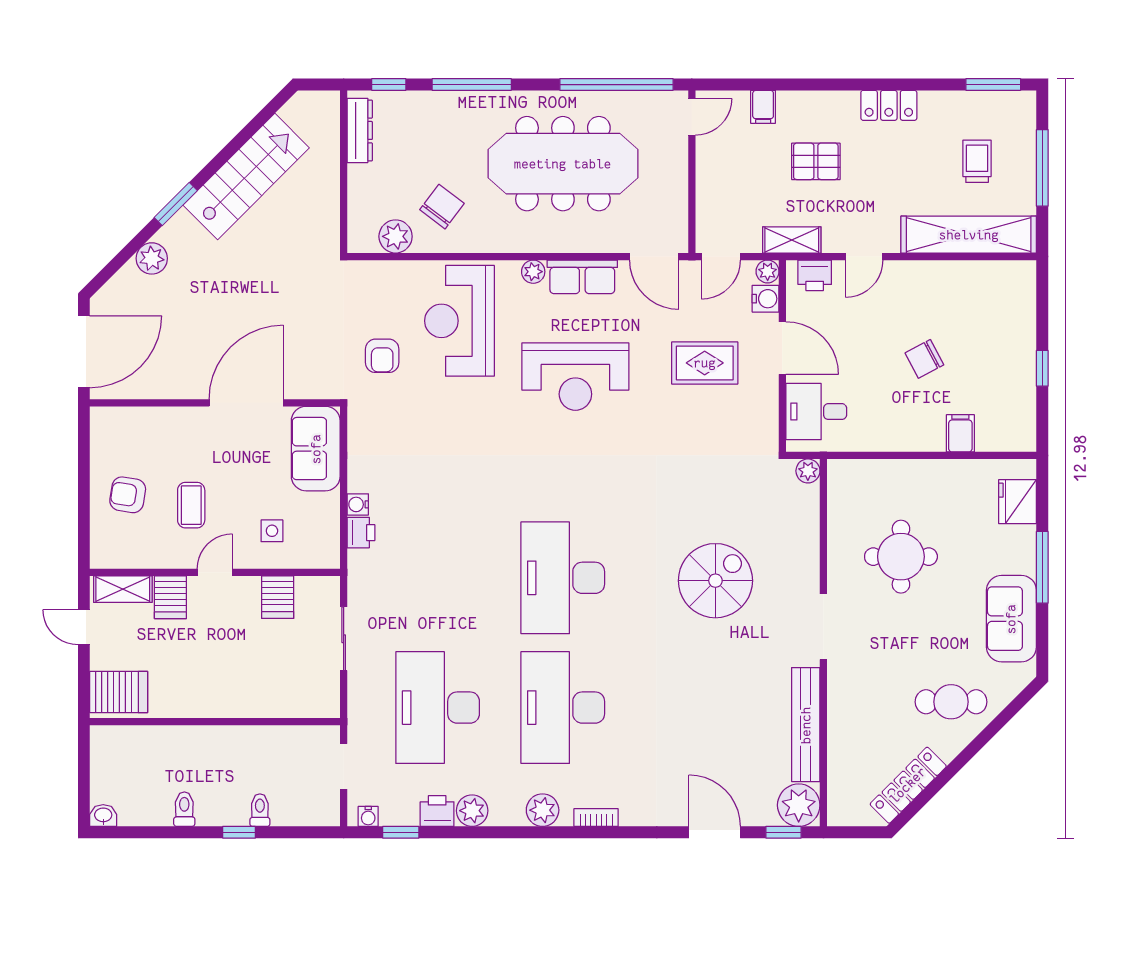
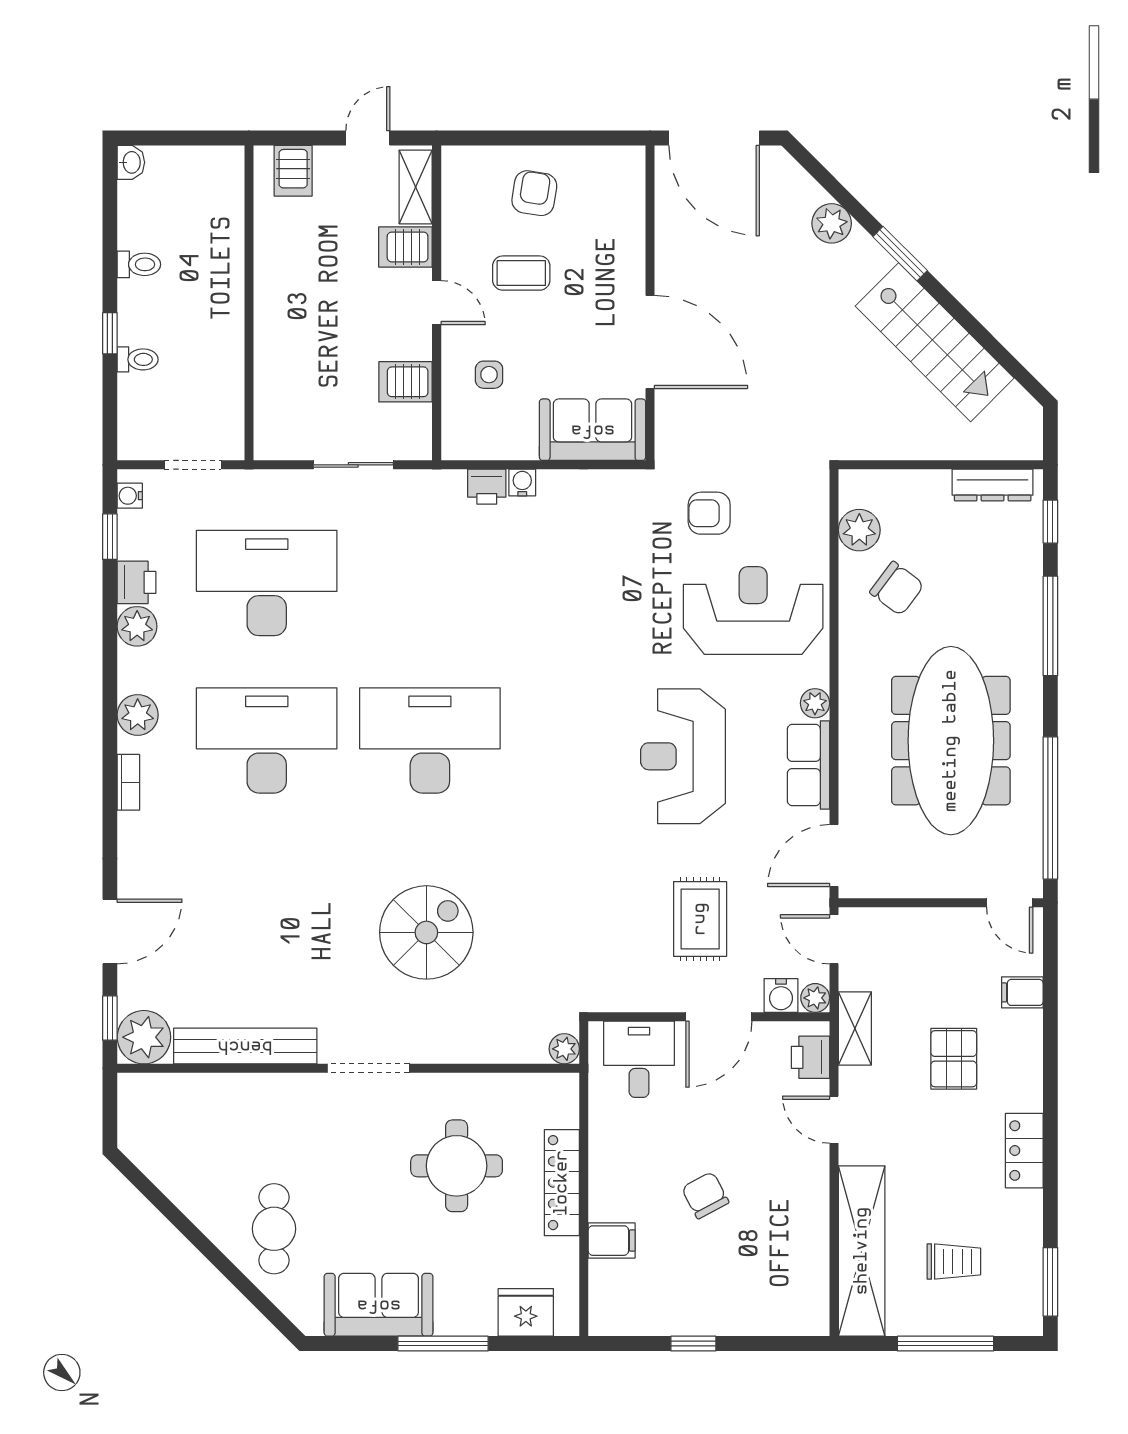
spiral stairs: (715, 581) -> (426, 932), turned -90
server rack: (119, 692) -> (293, 171), width x0.73, depth x0.70
locker: (908, 785) -> (562, 1183), moved, turned -135

